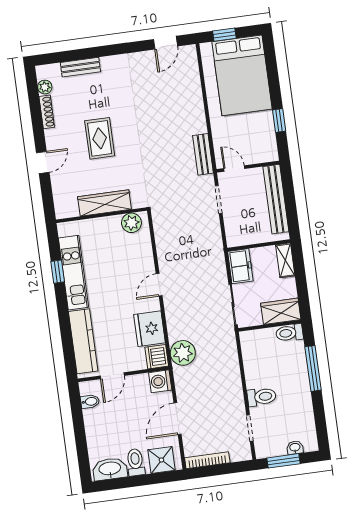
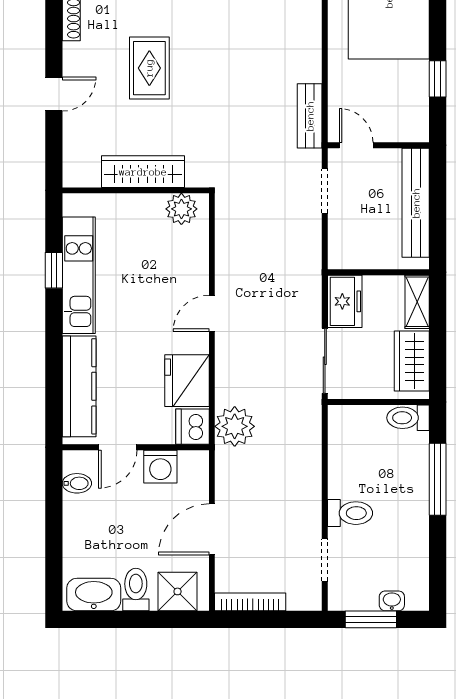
wardrobe: (281, 311) -> (412, 361), moved, turned -90
washing machine: (160, 381) -> (160, 467), moved, turned -90

